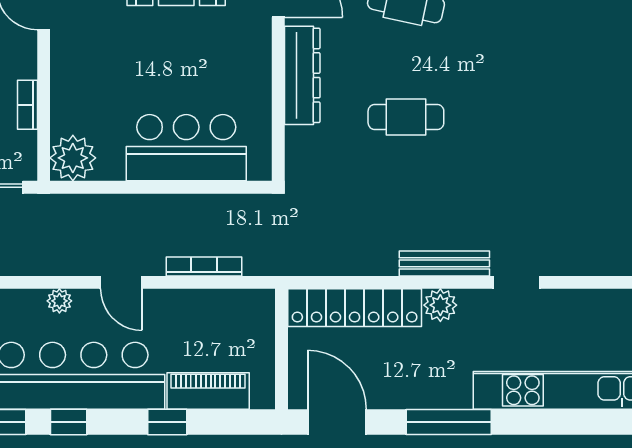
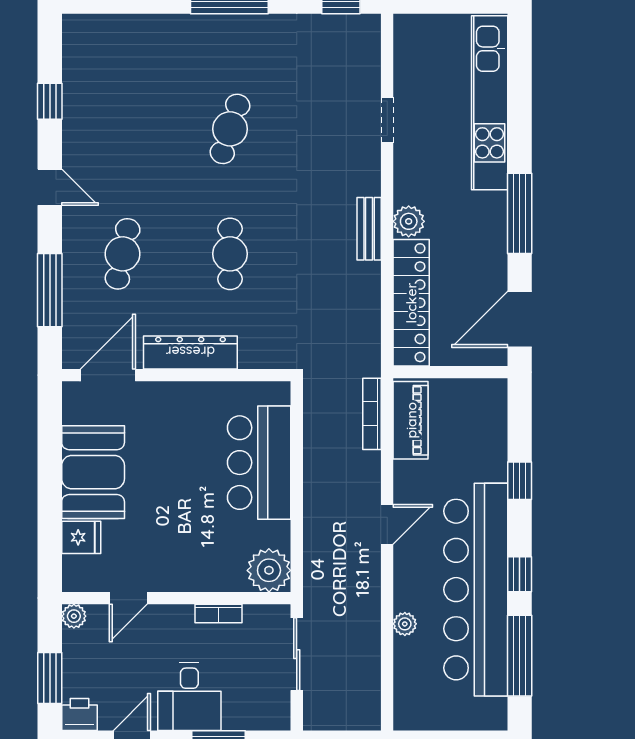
cafe table: (538, 117) -> (230, 129), added
bench: (444, 263) -> (369, 229), width x0.73
bookcase: (204, 266) -> (372, 414), moved
doorway: (516, 282) -> (387, 120), moved
plant: (59, 301) -> (405, 624), moved
piano: (208, 391) -> (411, 420), moved, turned 180

